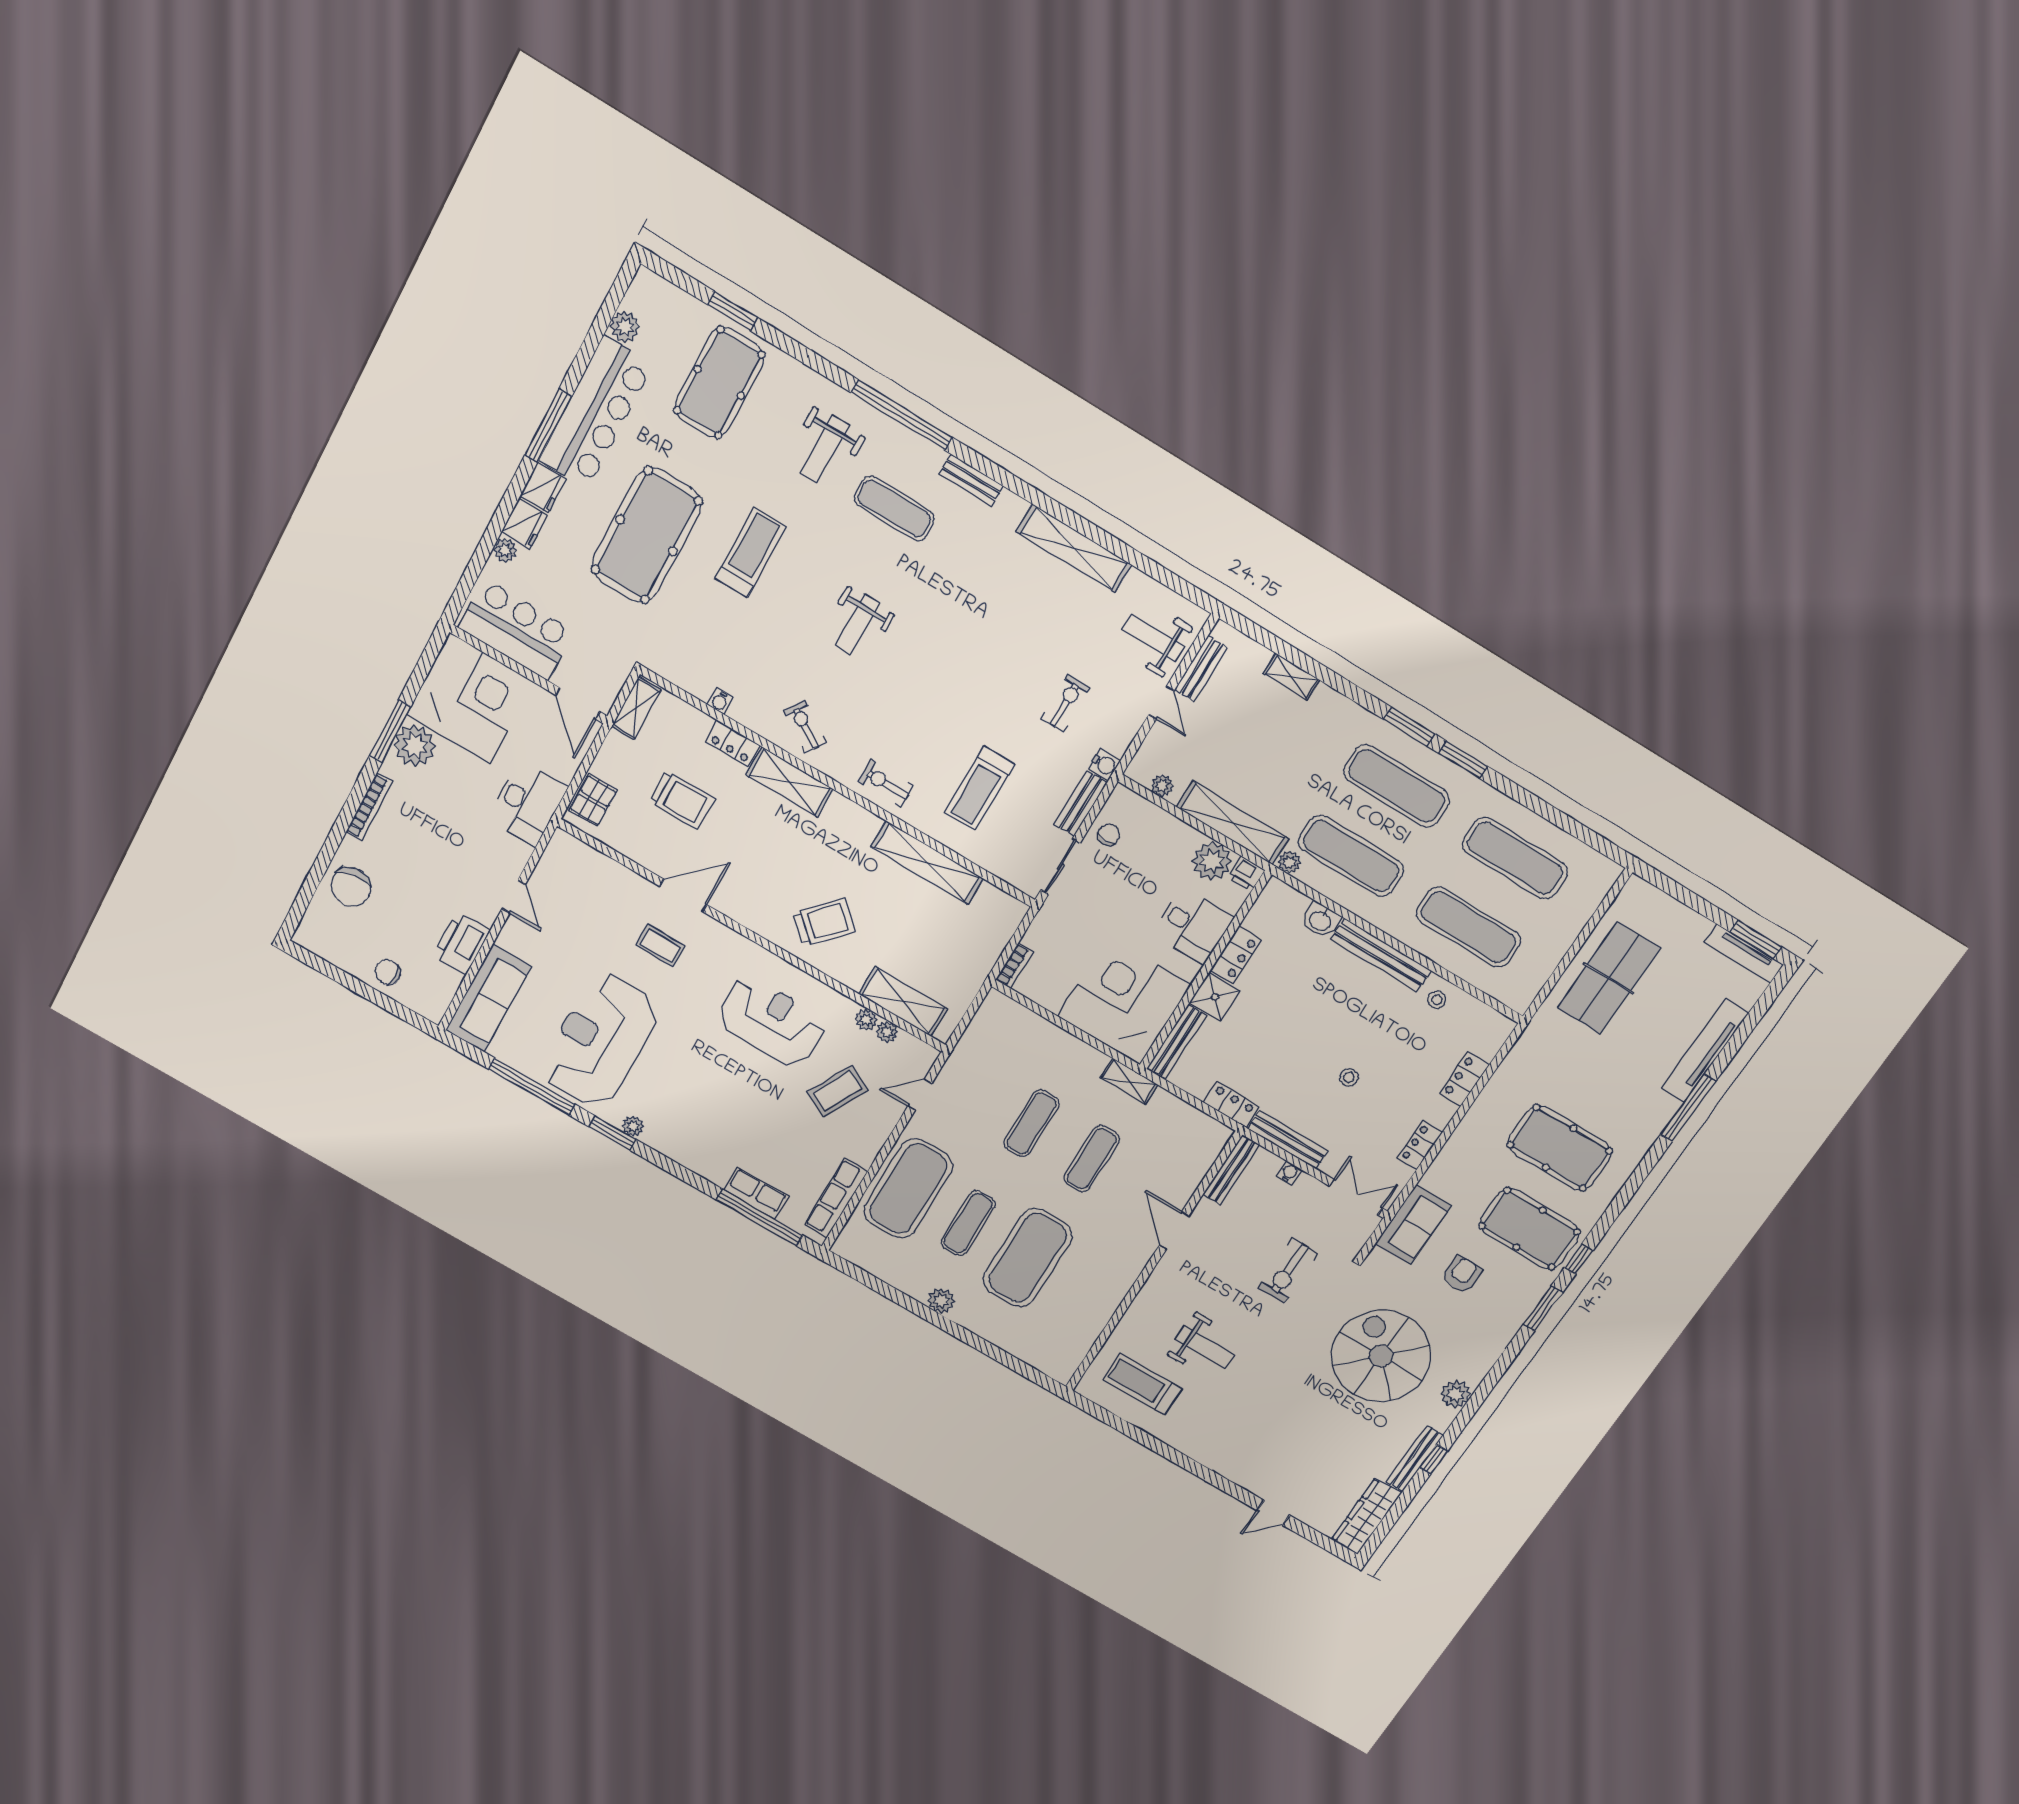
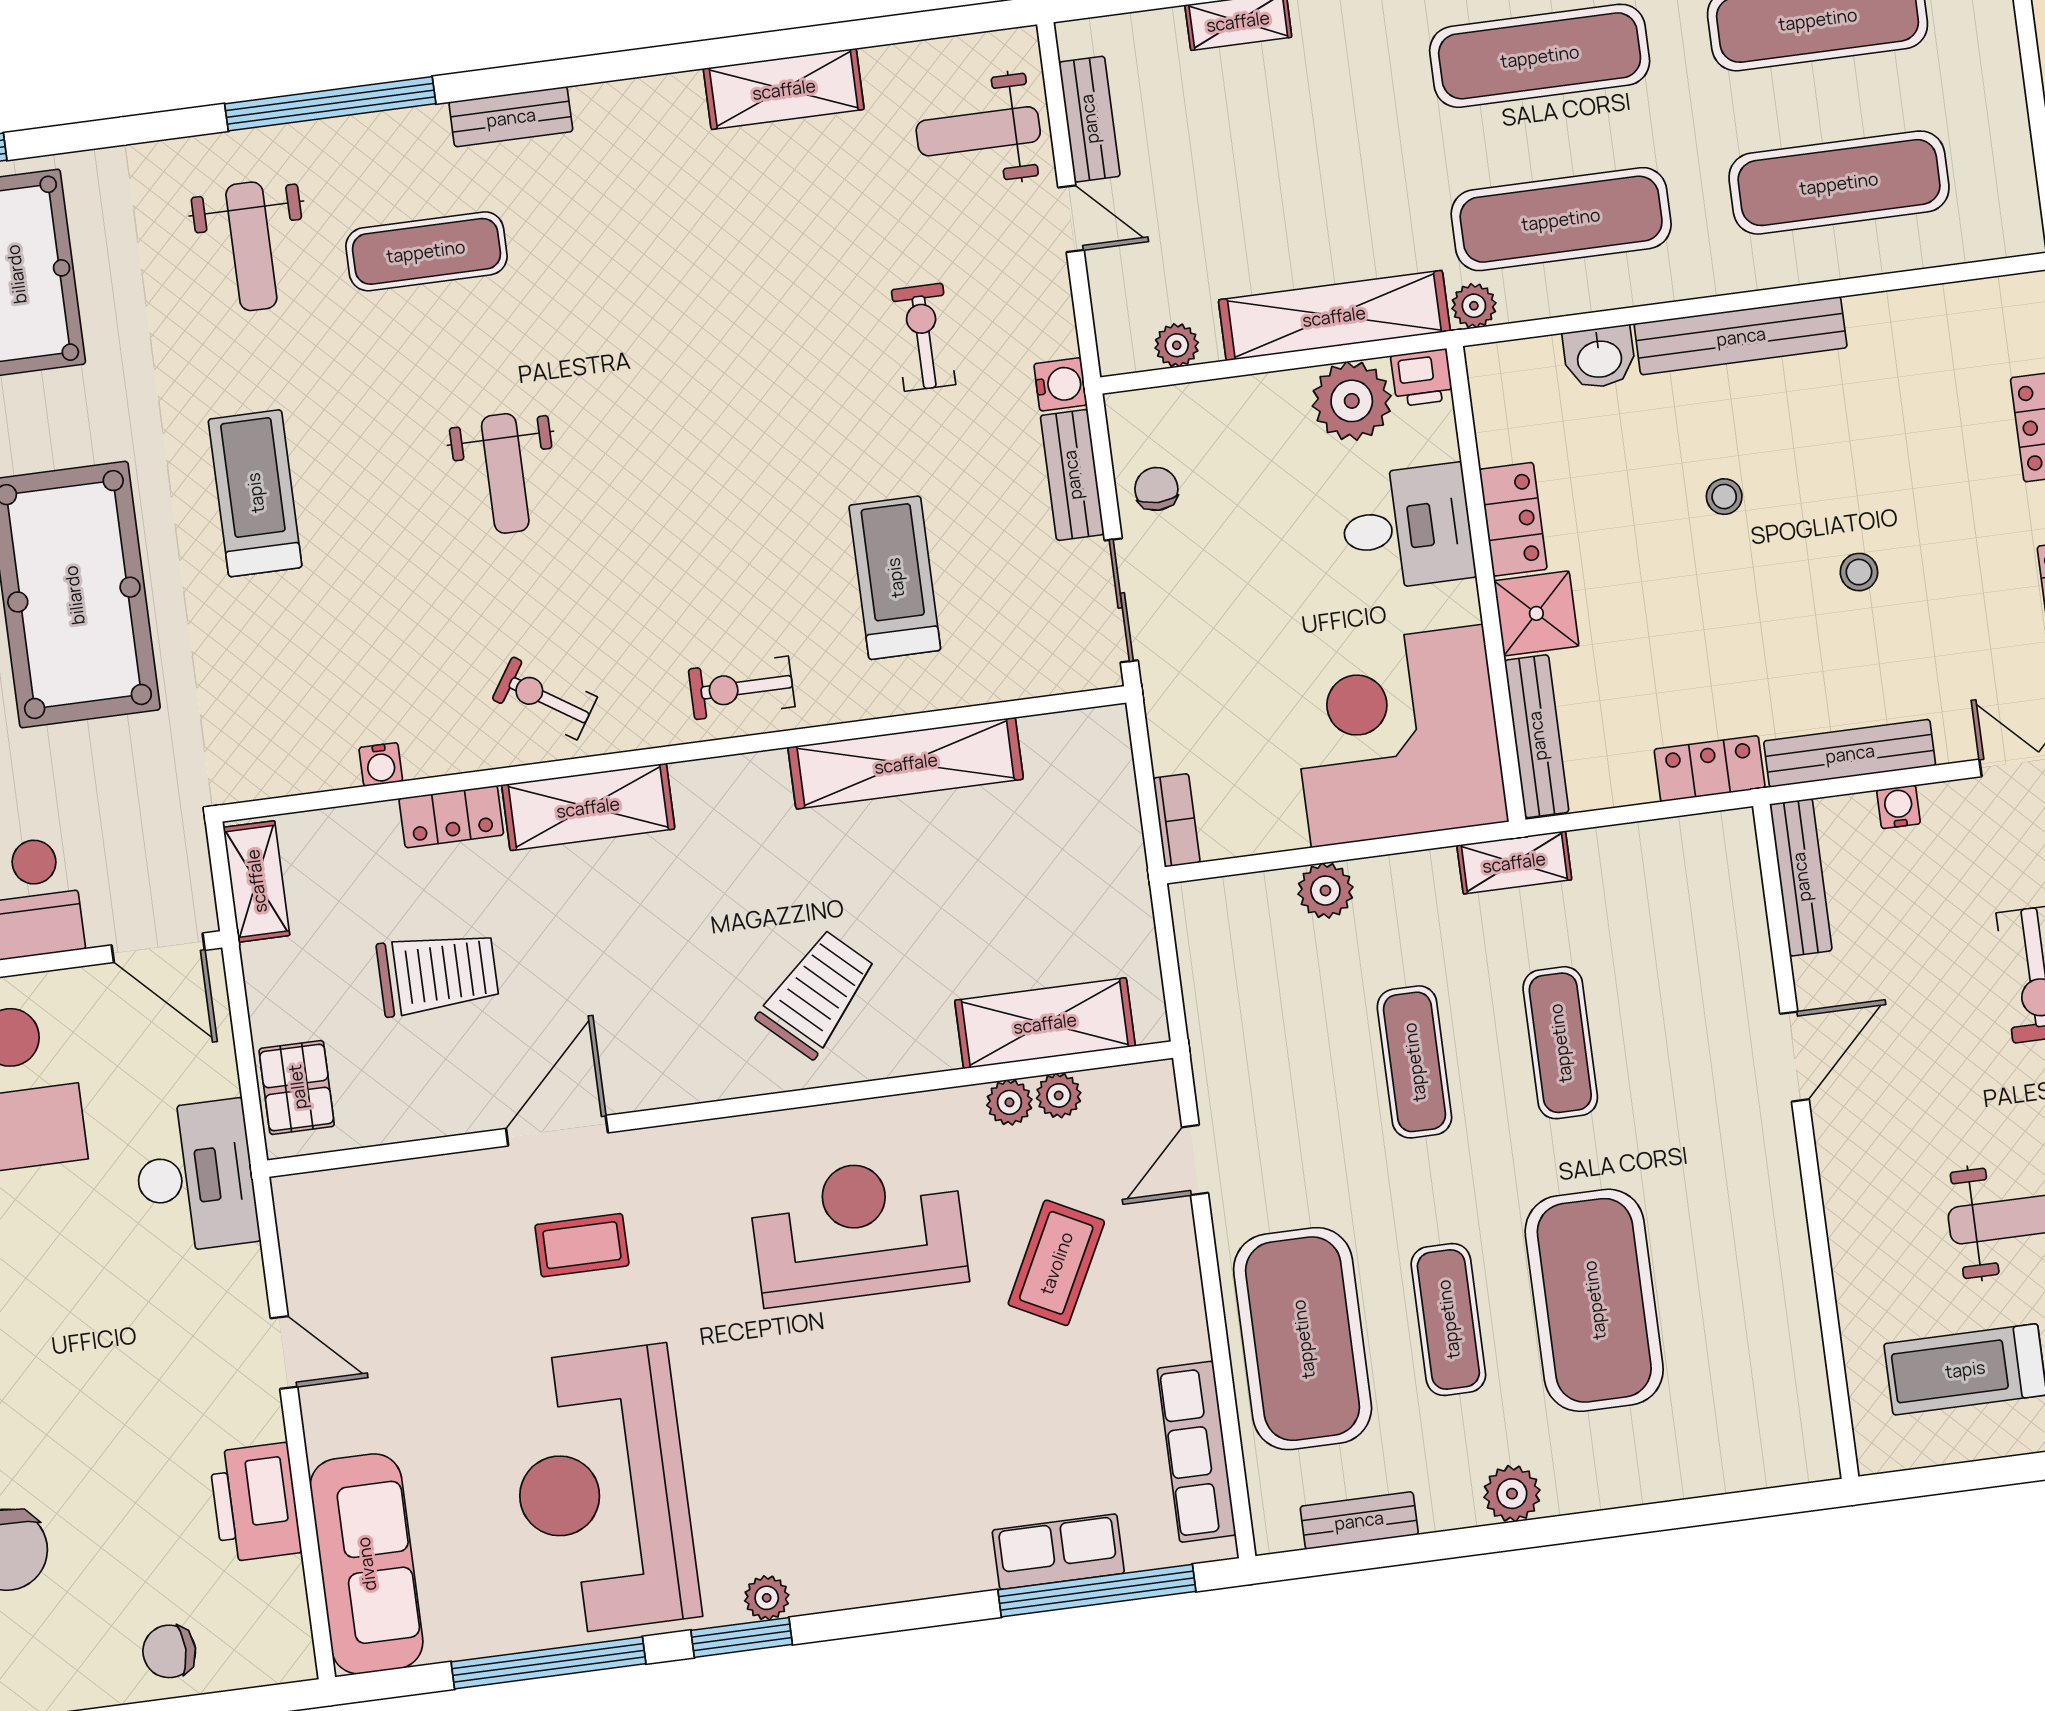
shelving: (1074, 548) -> (784, 89), width x0.68
treadmill: (979, 788) -> (895, 578), turned 180
stool: (1437, 1000) -> (1724, 497), moved
plant: (1049, 1036) -> (1325, 891), added
door: (1174, 1231) -> (1795, 1057), swing flipped
bench: (877, 1267) -> (1359, 1520), added

